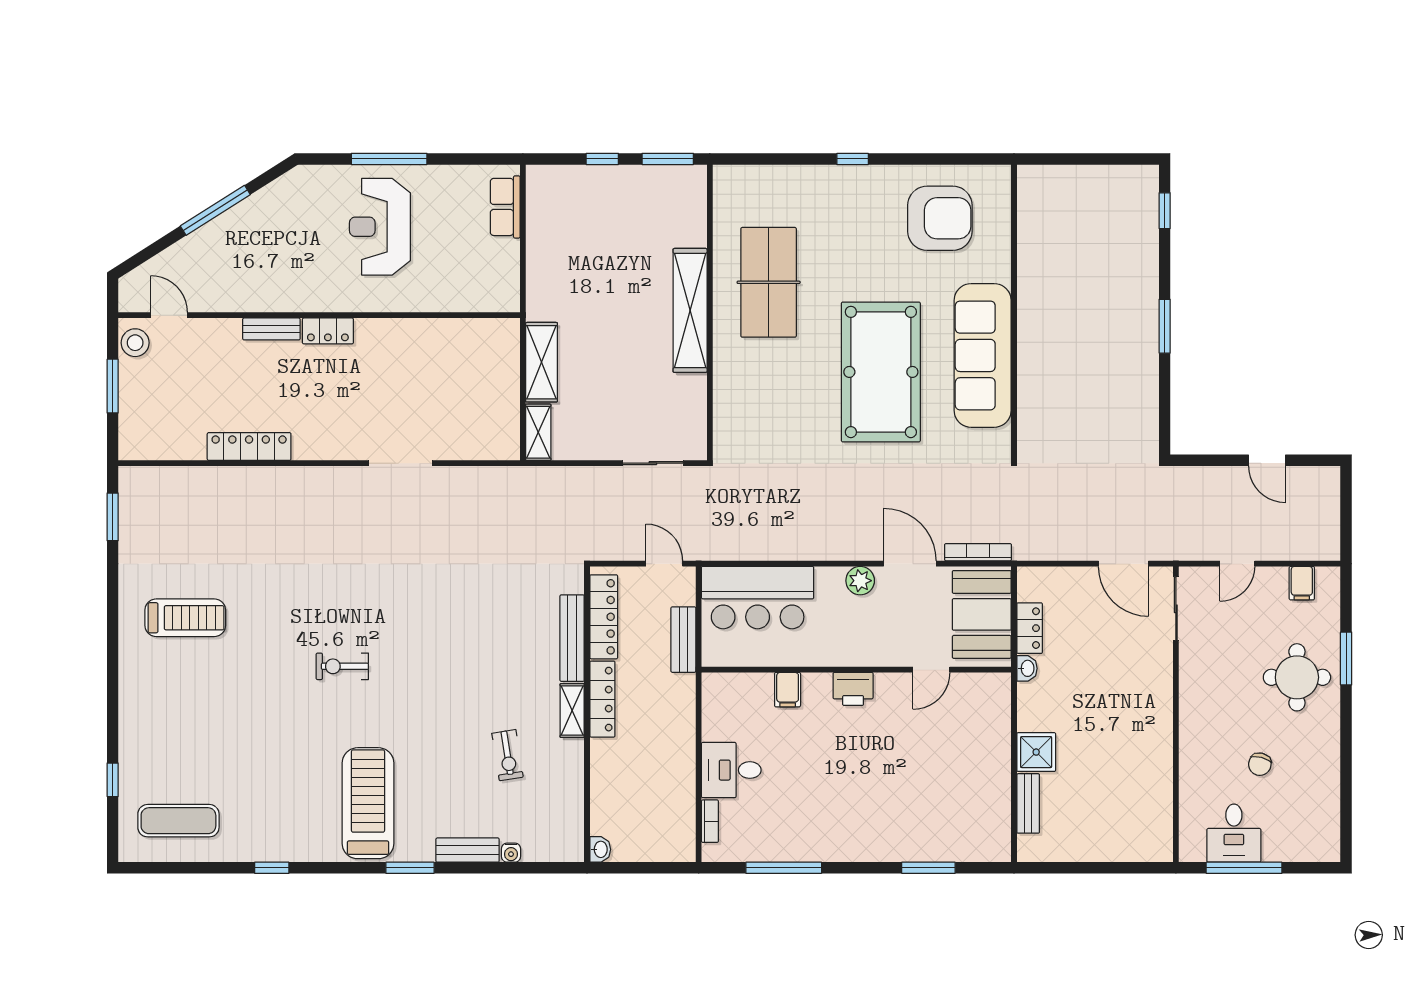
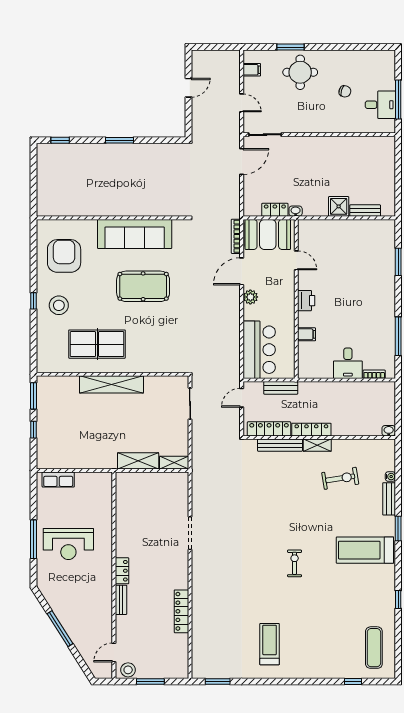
stool: (844, 208) -> (59, 305), added
pool table: (881, 372) -> (143, 286), width x0.73, depth x0.76
exercise bike: (342, 666) -> (295, 563), turned 180
exercise bike: (508, 755) -> (340, 478), width x1.38, depth x1.39

